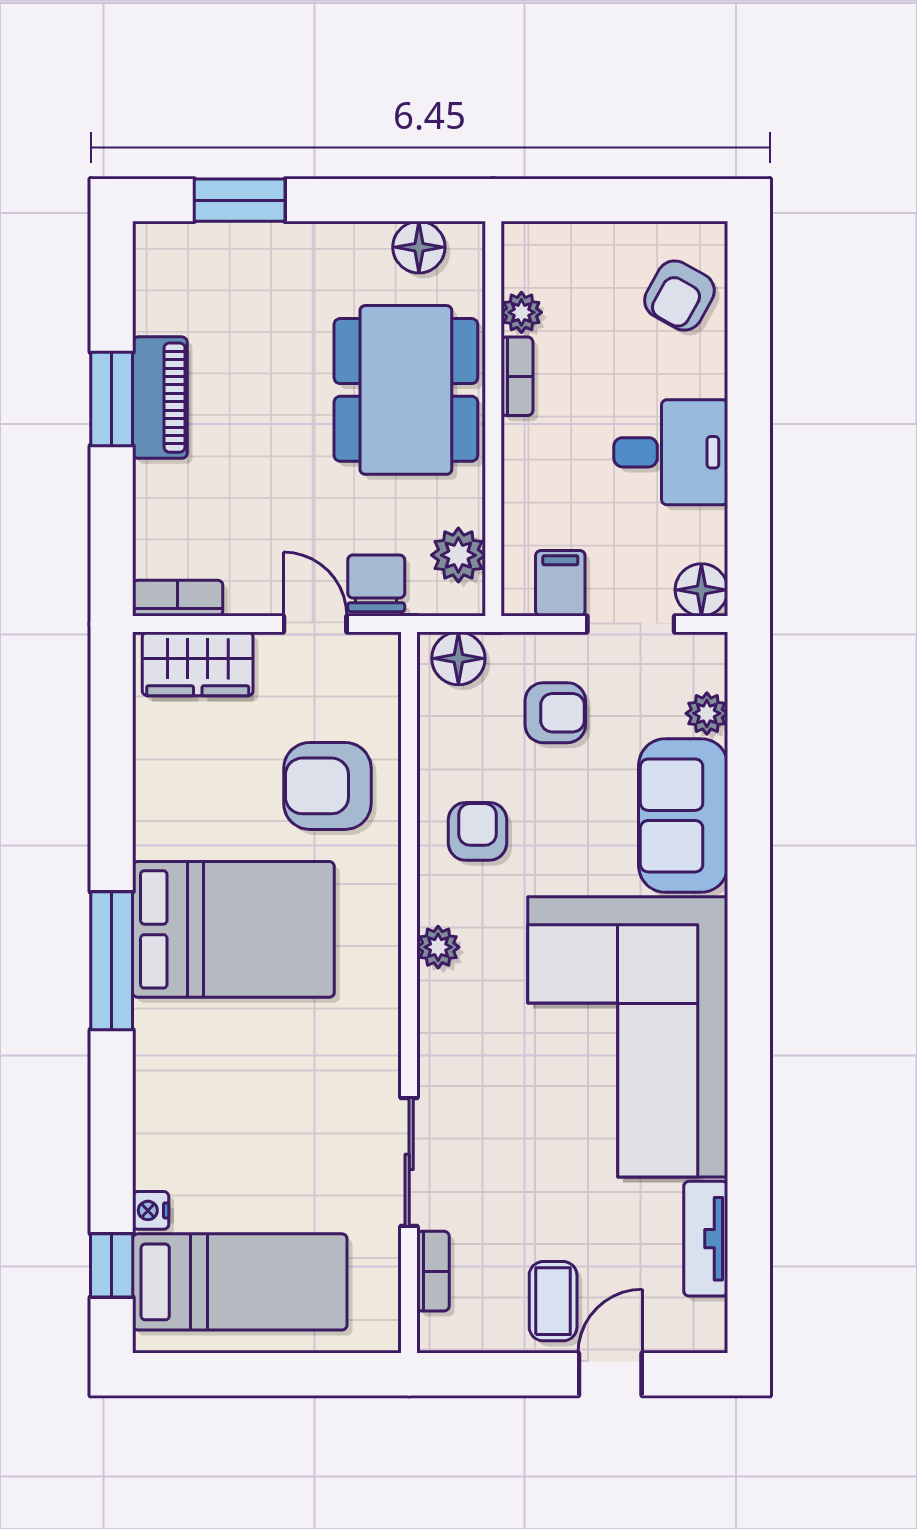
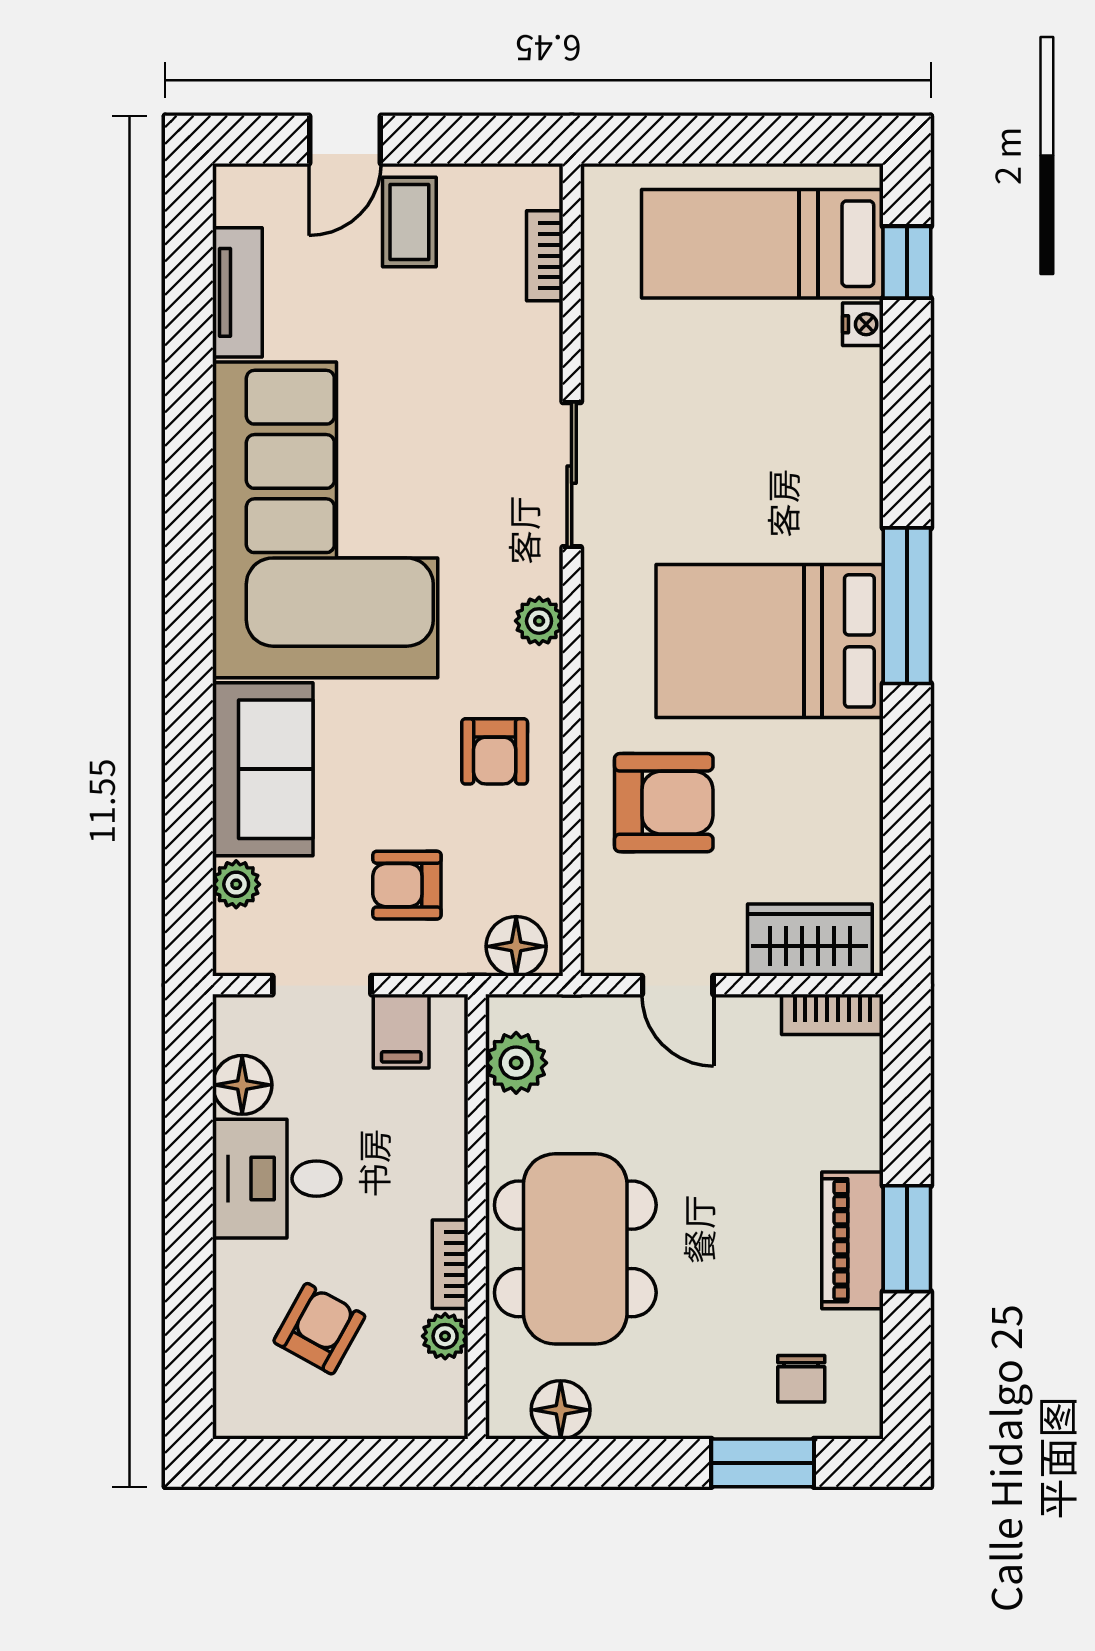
armchair: (679, 295) -> (319, 1329), moved
chair: (376, 583) -> (801, 1379), moved, width x0.73, depth x0.73
floor lamp: (701, 590) -> (242, 1085), moved
sliding door: (409, 1162) -> (572, 475), moved

